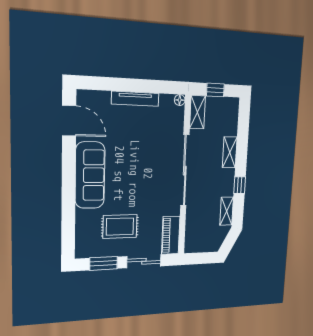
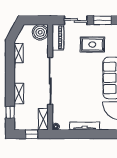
window: (240, 185) -> (10, 112), moved
boiler: (196, 242) -> (40, 32), added

